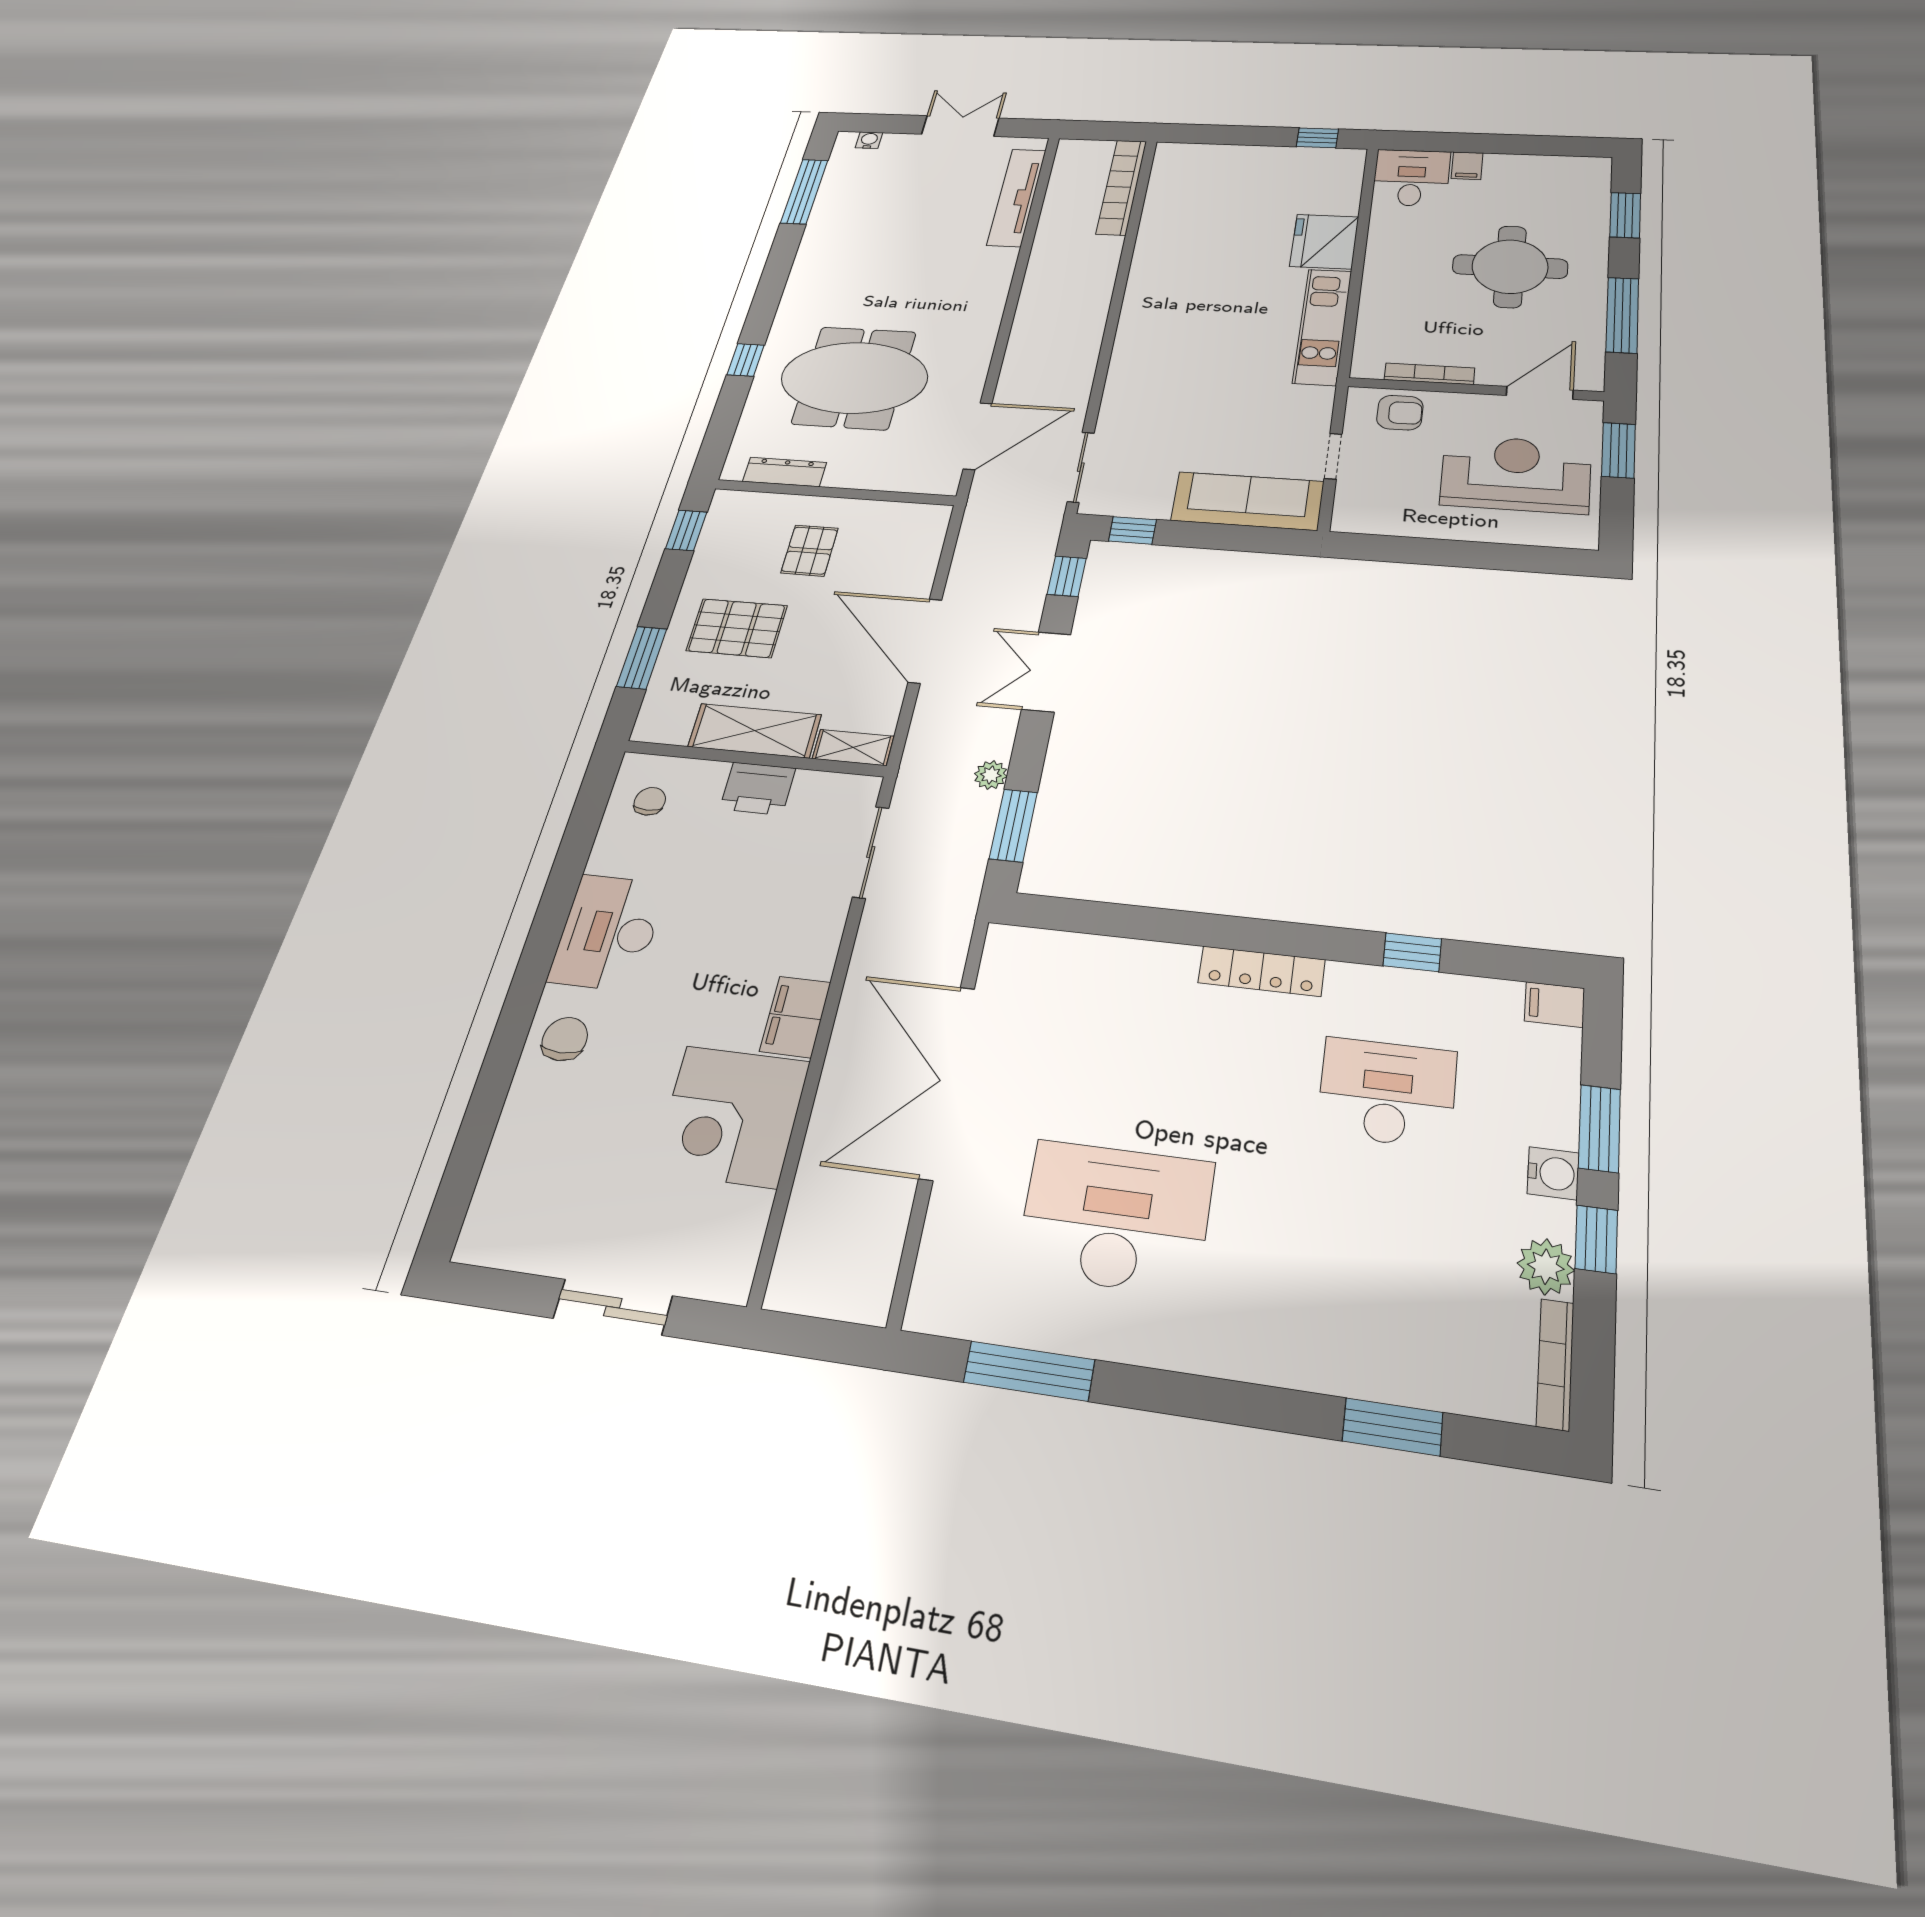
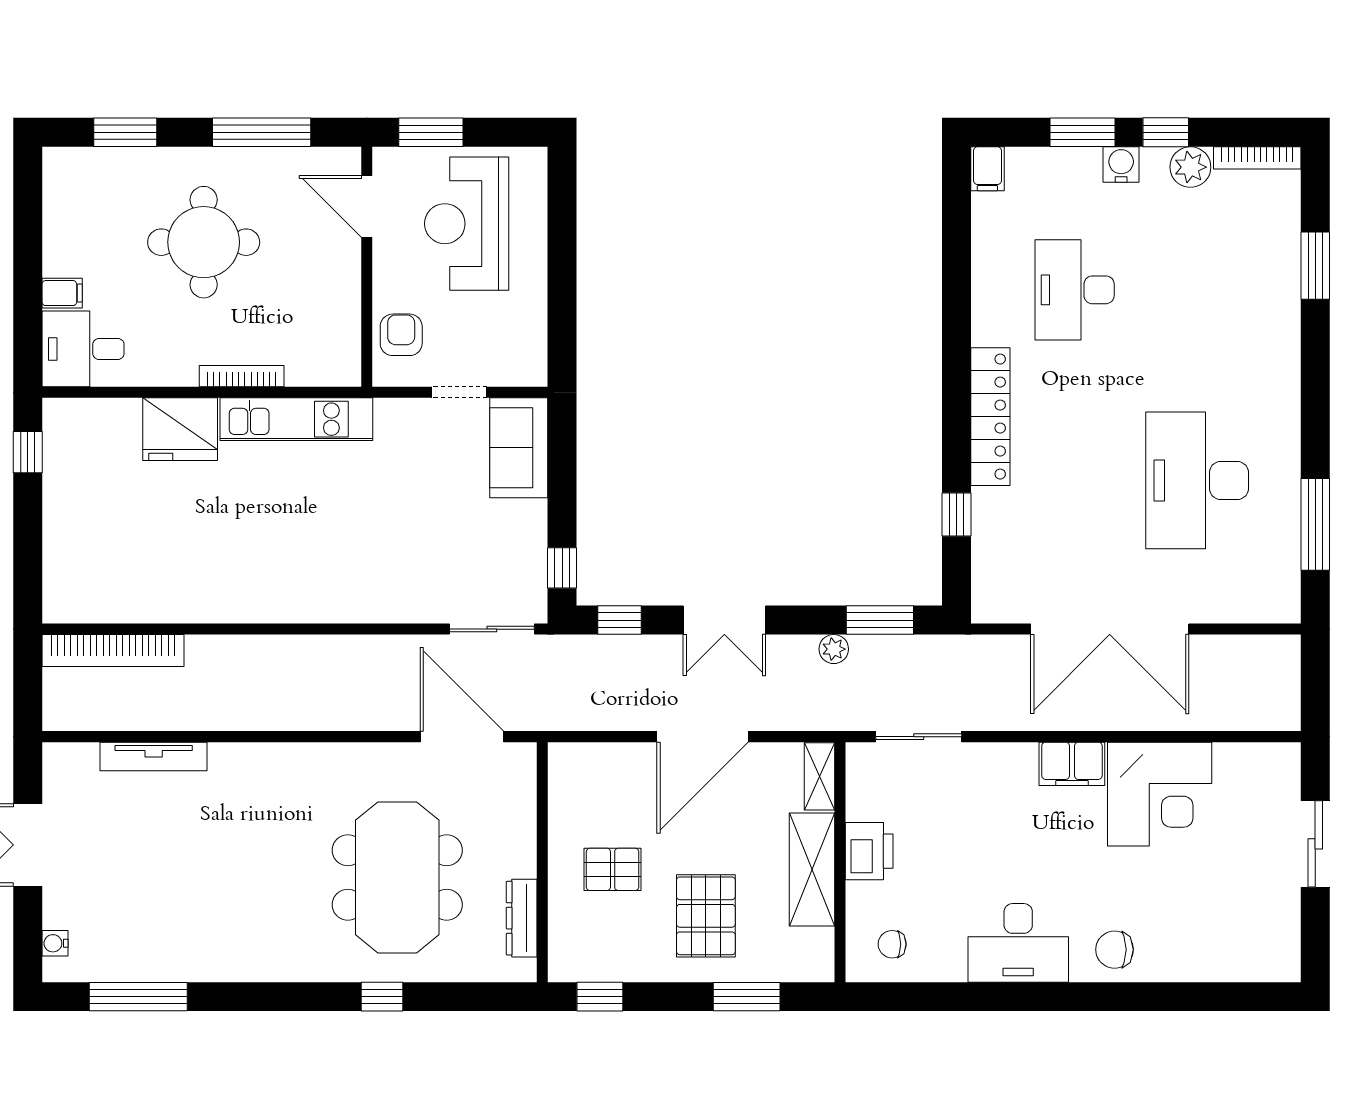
tv unit: (1017, 197) -> (154, 756), width x0.73, depth x0.78
bookcase: (1429, 374) -> (242, 376), moved, turned 90
sofa: (1247, 501) -> (519, 448), width x0.73
window: (1412, 952) -> (957, 515), moved
locker: (1262, 971) -> (990, 417), width x1.41, depth x1.21

